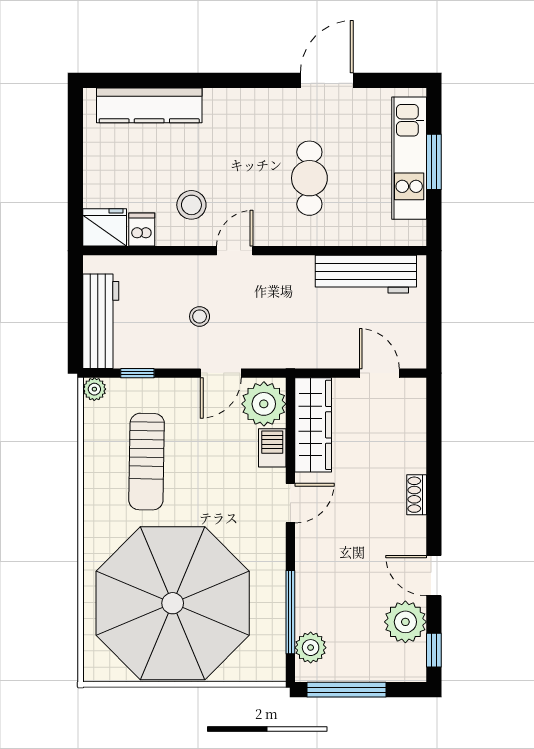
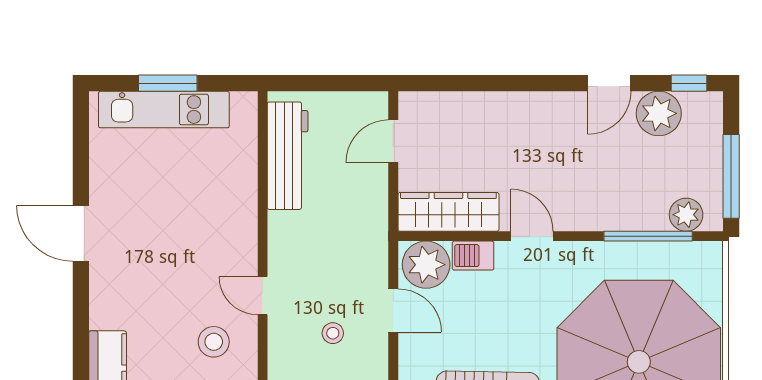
door: (327, 80) -> (81, 233), moved
cafe table: (309, 178) -> (185, 216), removed
shoe rack: (417, 495) -> (523, 102), removed

